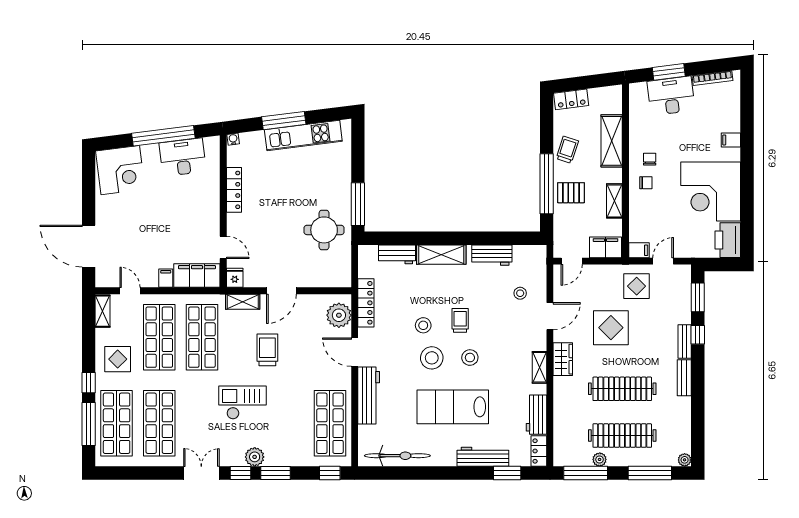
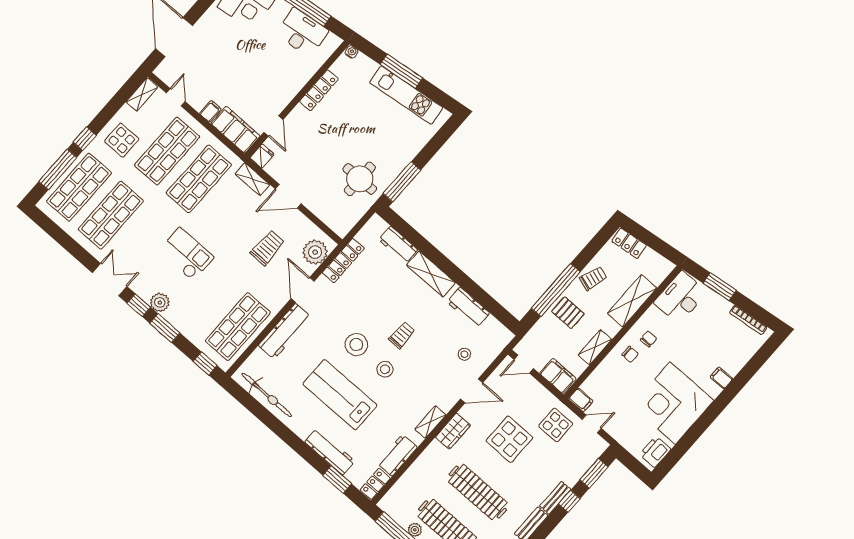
desk: (671, 96) -> (680, 297), moved, turned -83
printer: (728, 240) -> (655, 452), width x0.73, depth x0.84
stool: (423, 325) -> (371, 315), removed
trolley: (267, 350) -> (267, 248), moved

